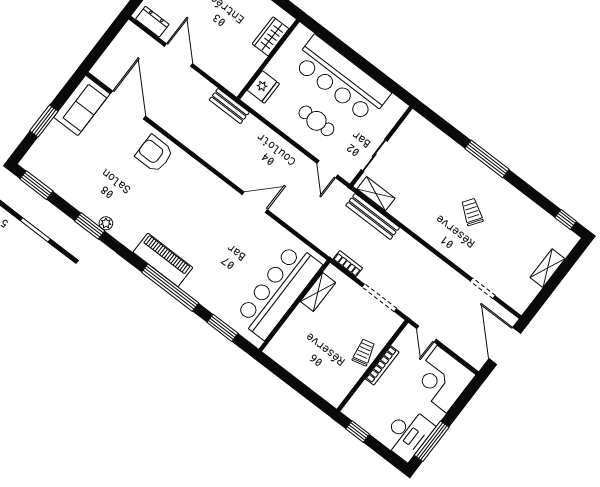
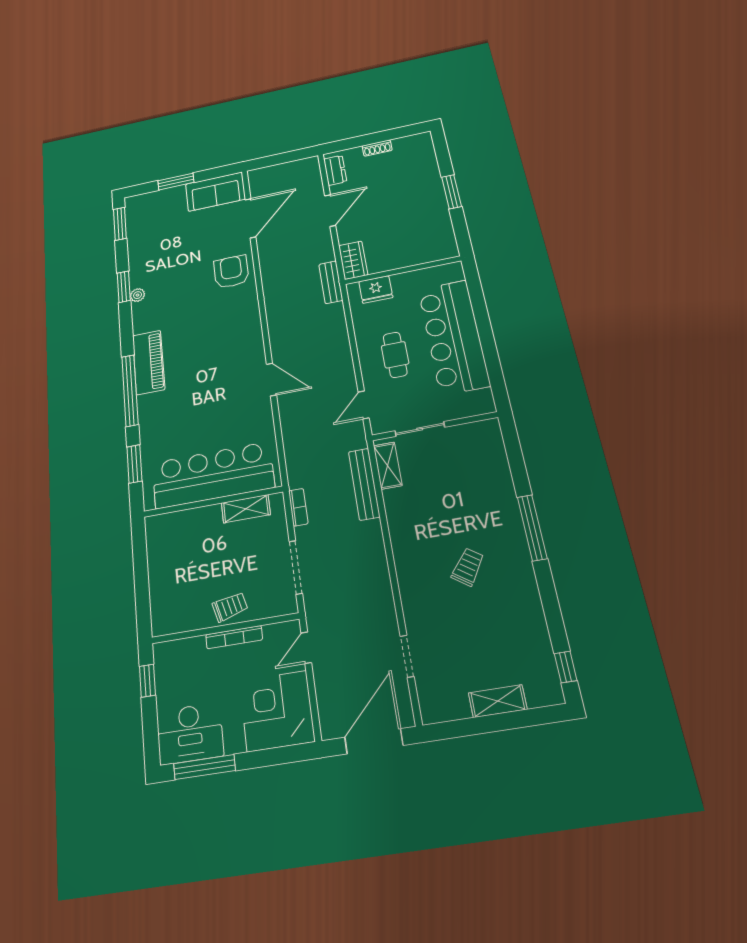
wardrobe: (271, 36) -> (353, 260), moved, turned 90

